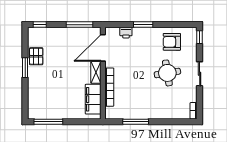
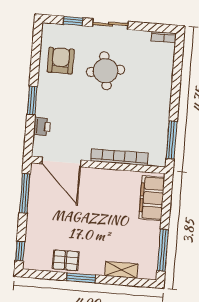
window: (200, 37) -> (73, 21), moved
armchair: (172, 42) -> (61, 61), turned 180
shelving: (96, 72) -> (121, 270), moved
filing cabinet: (93, 99) -> (152, 198), moved, turned 90
window: (136, 122) -> (172, 140), moved

